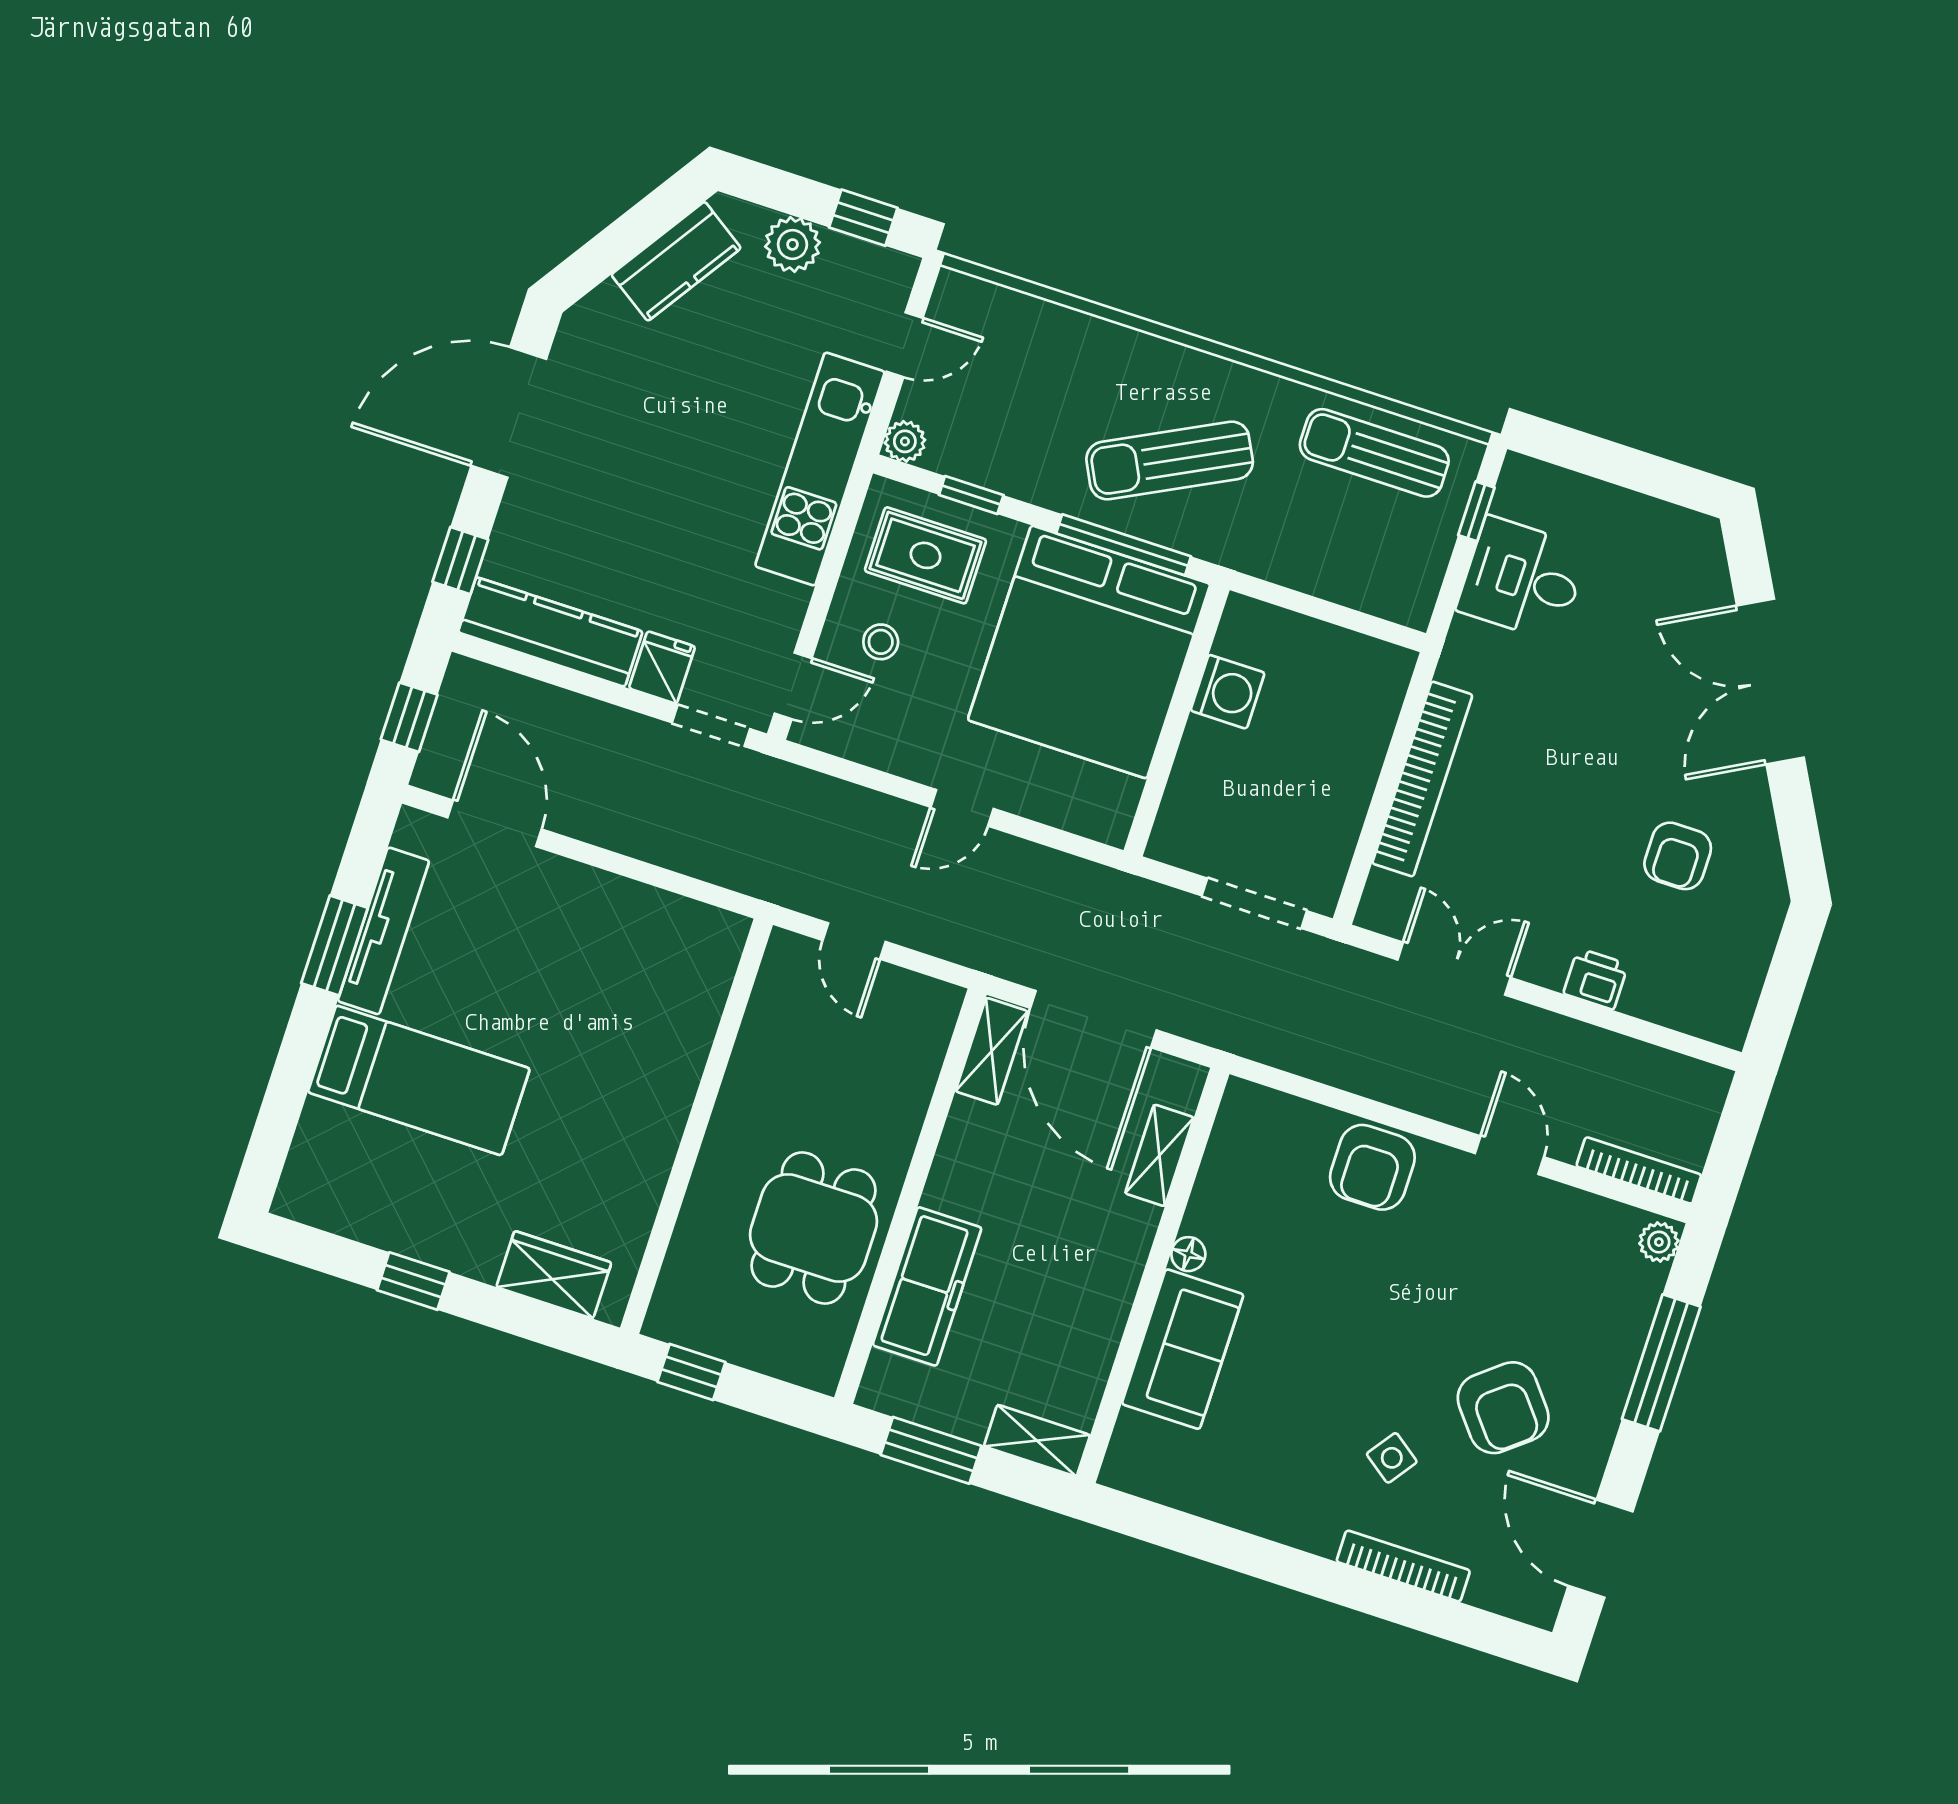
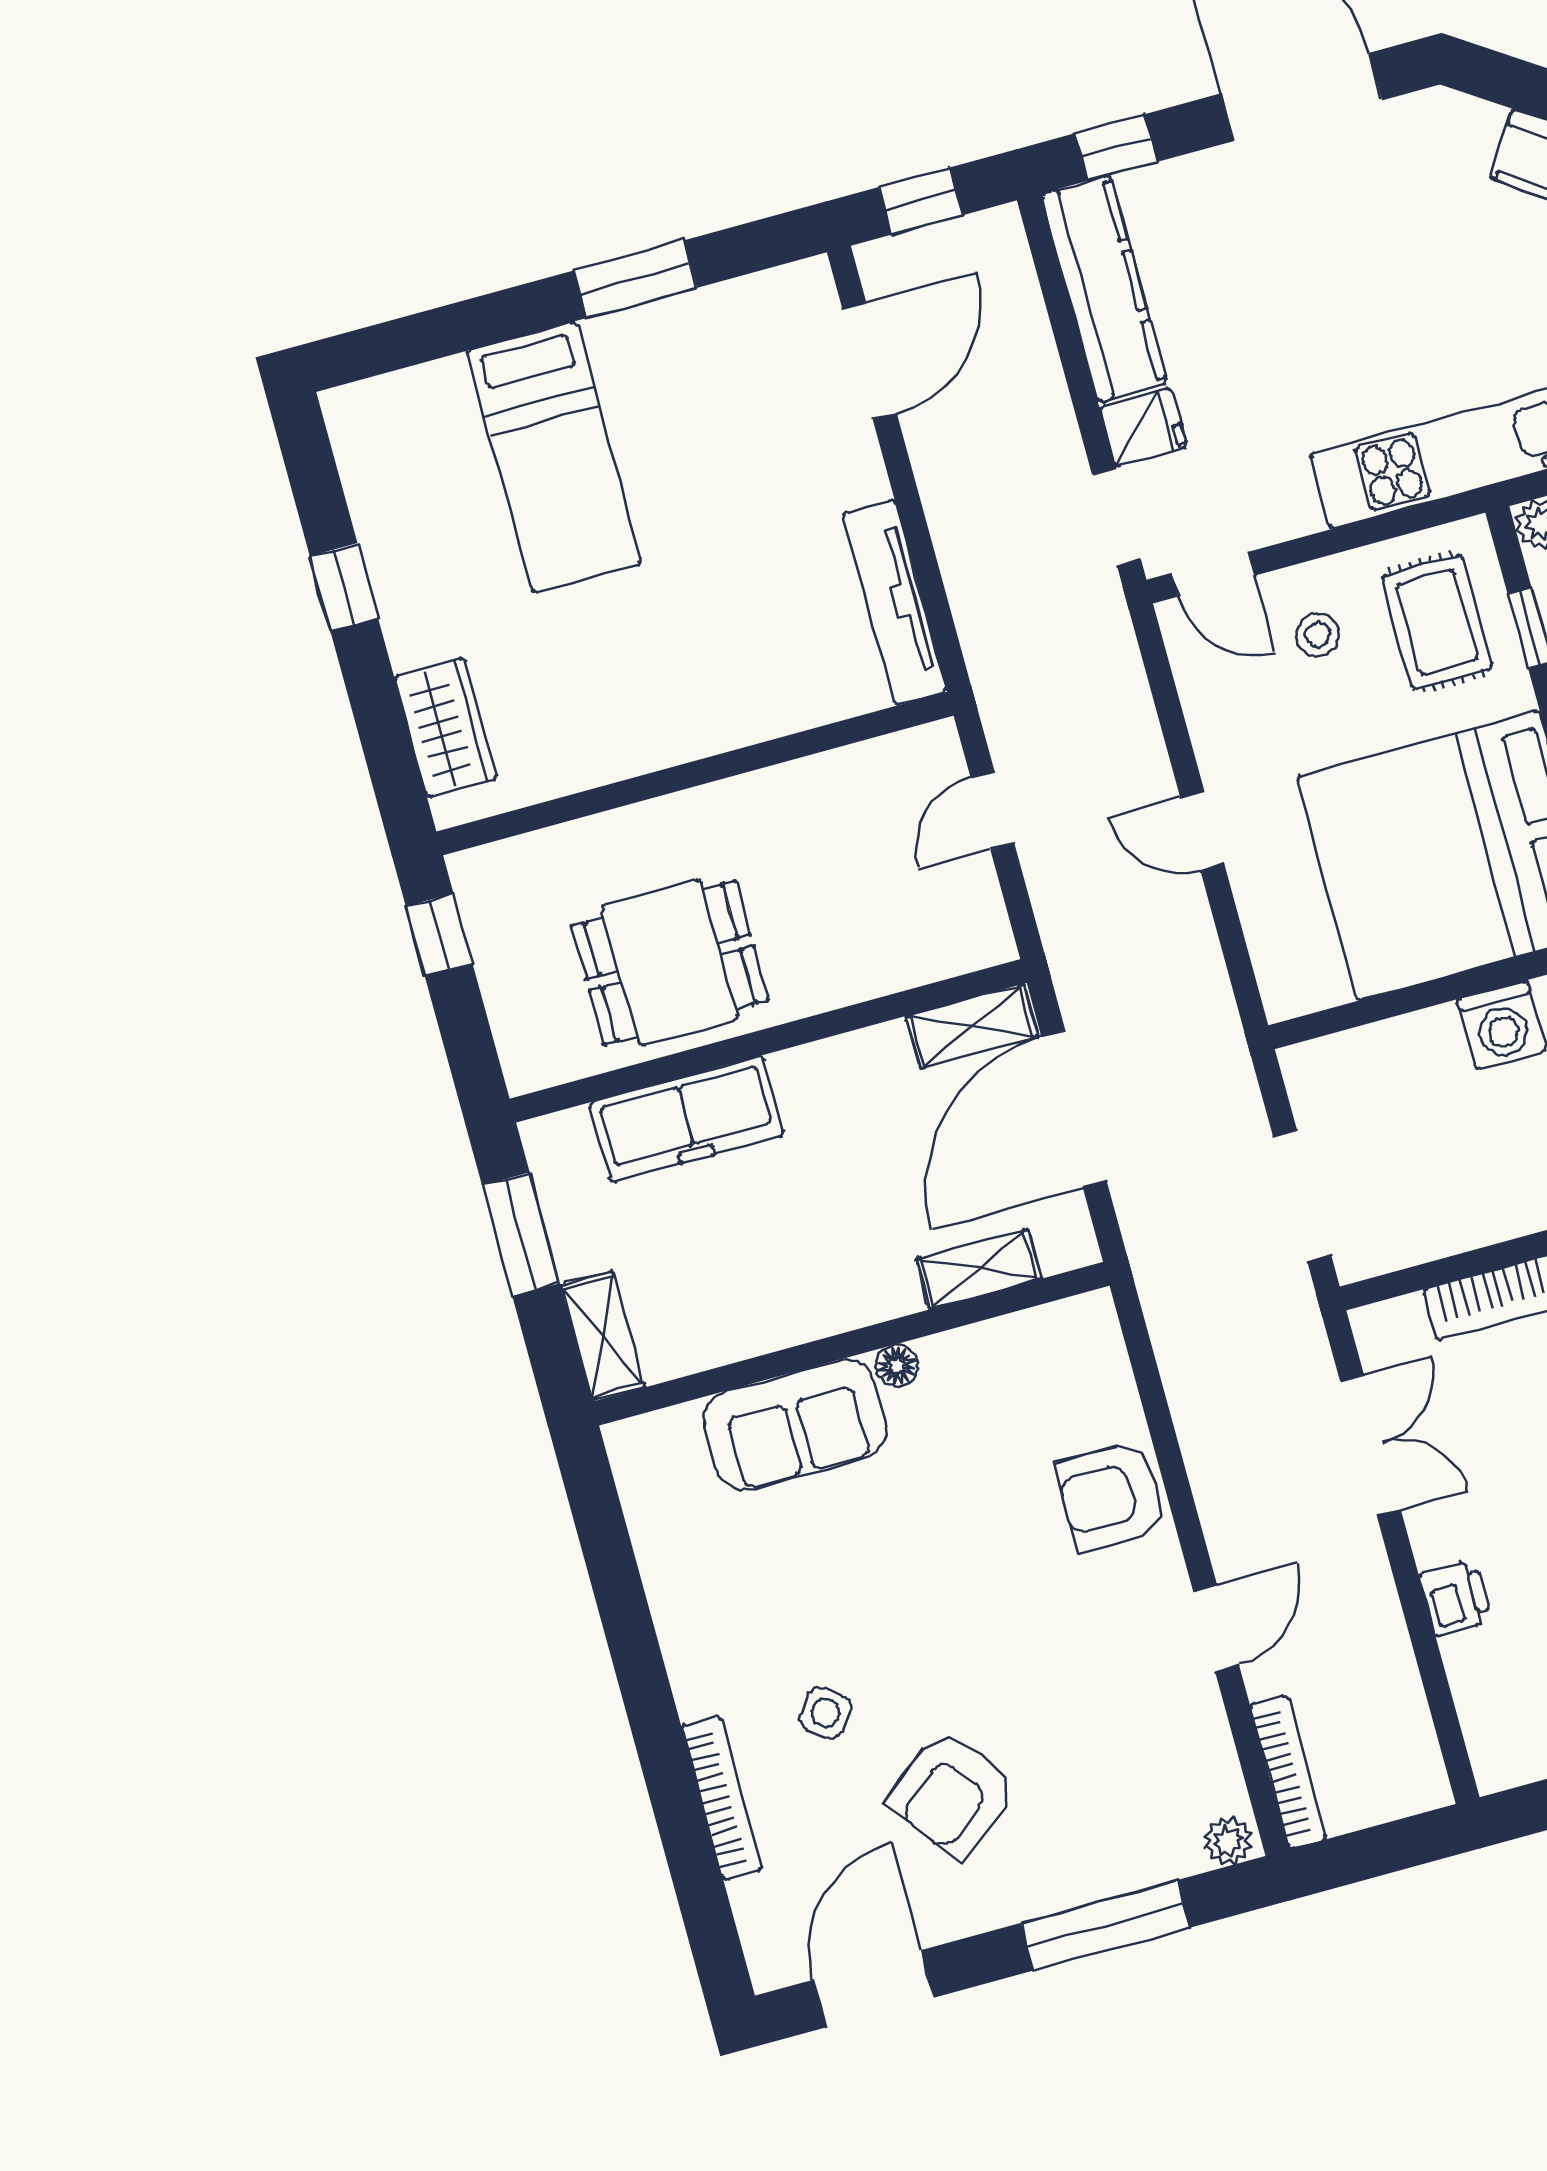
tv unit: (383, 931) -> (895, 603), moved, turned 90

